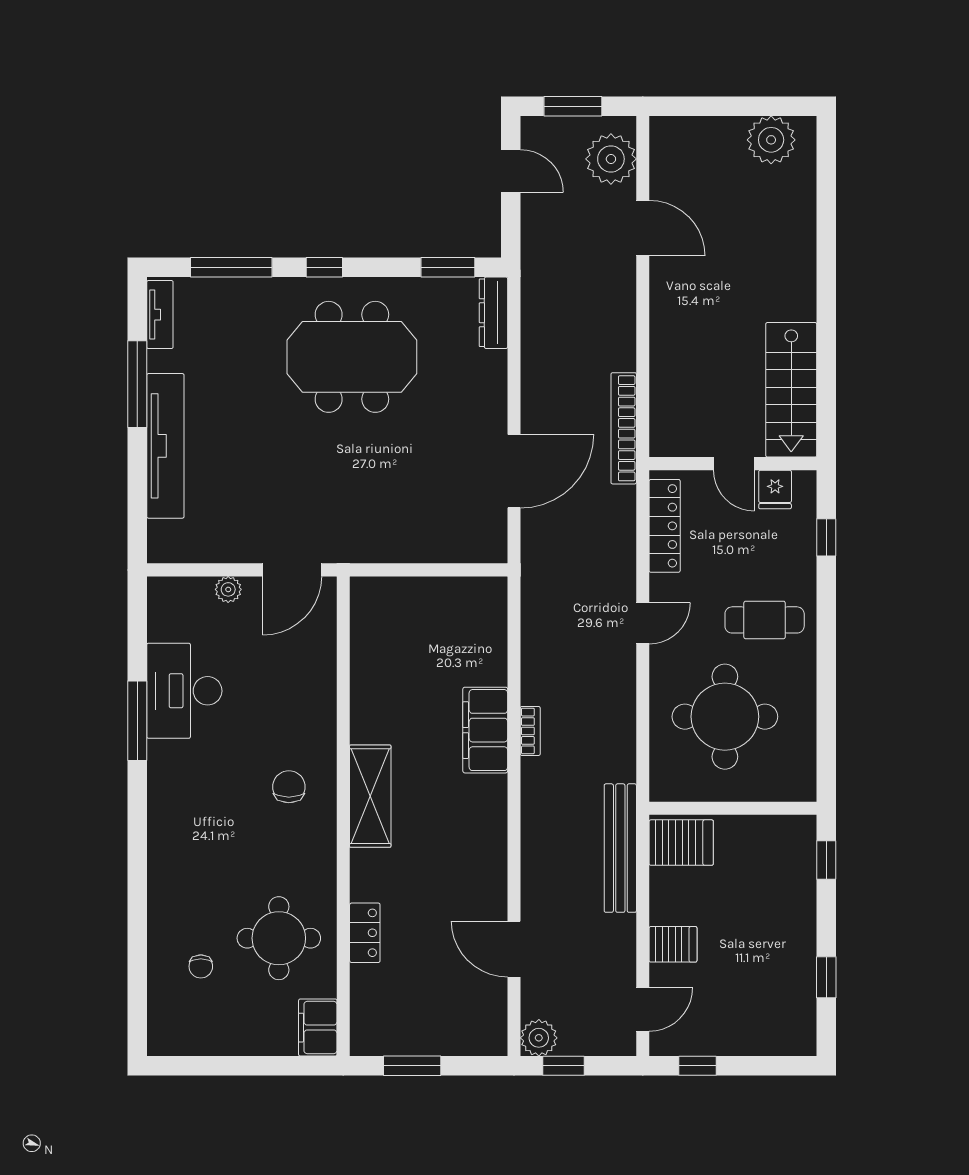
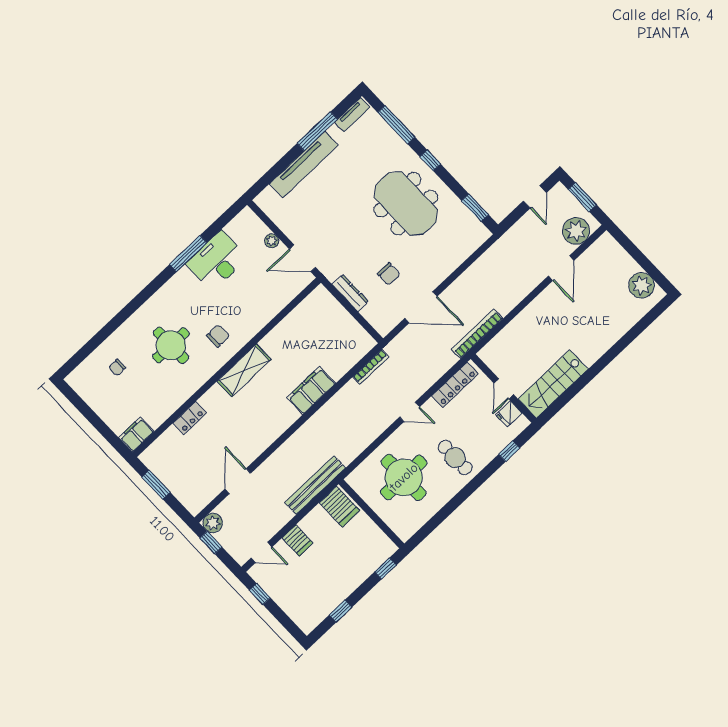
dresser: (493, 313) -> (350, 293), moved, turned 90
chair: (426, 472) -> (389, 274), added
bookcase: (530, 731) -> (371, 367), moved, width x1.56
round table: (279, 938) -> (171, 345), moved

